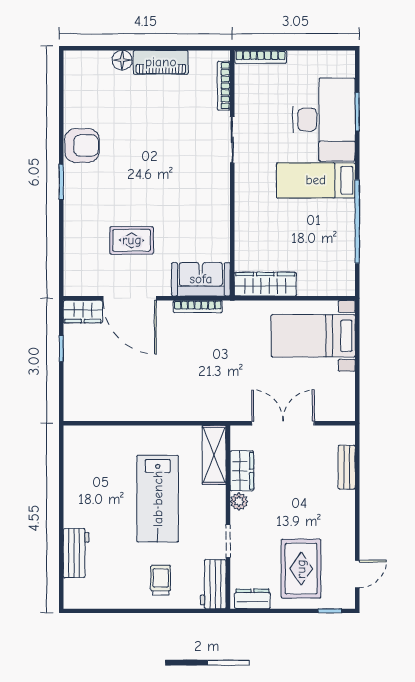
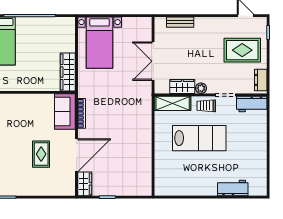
trolley: (161, 580) -> (206, 106), moved

